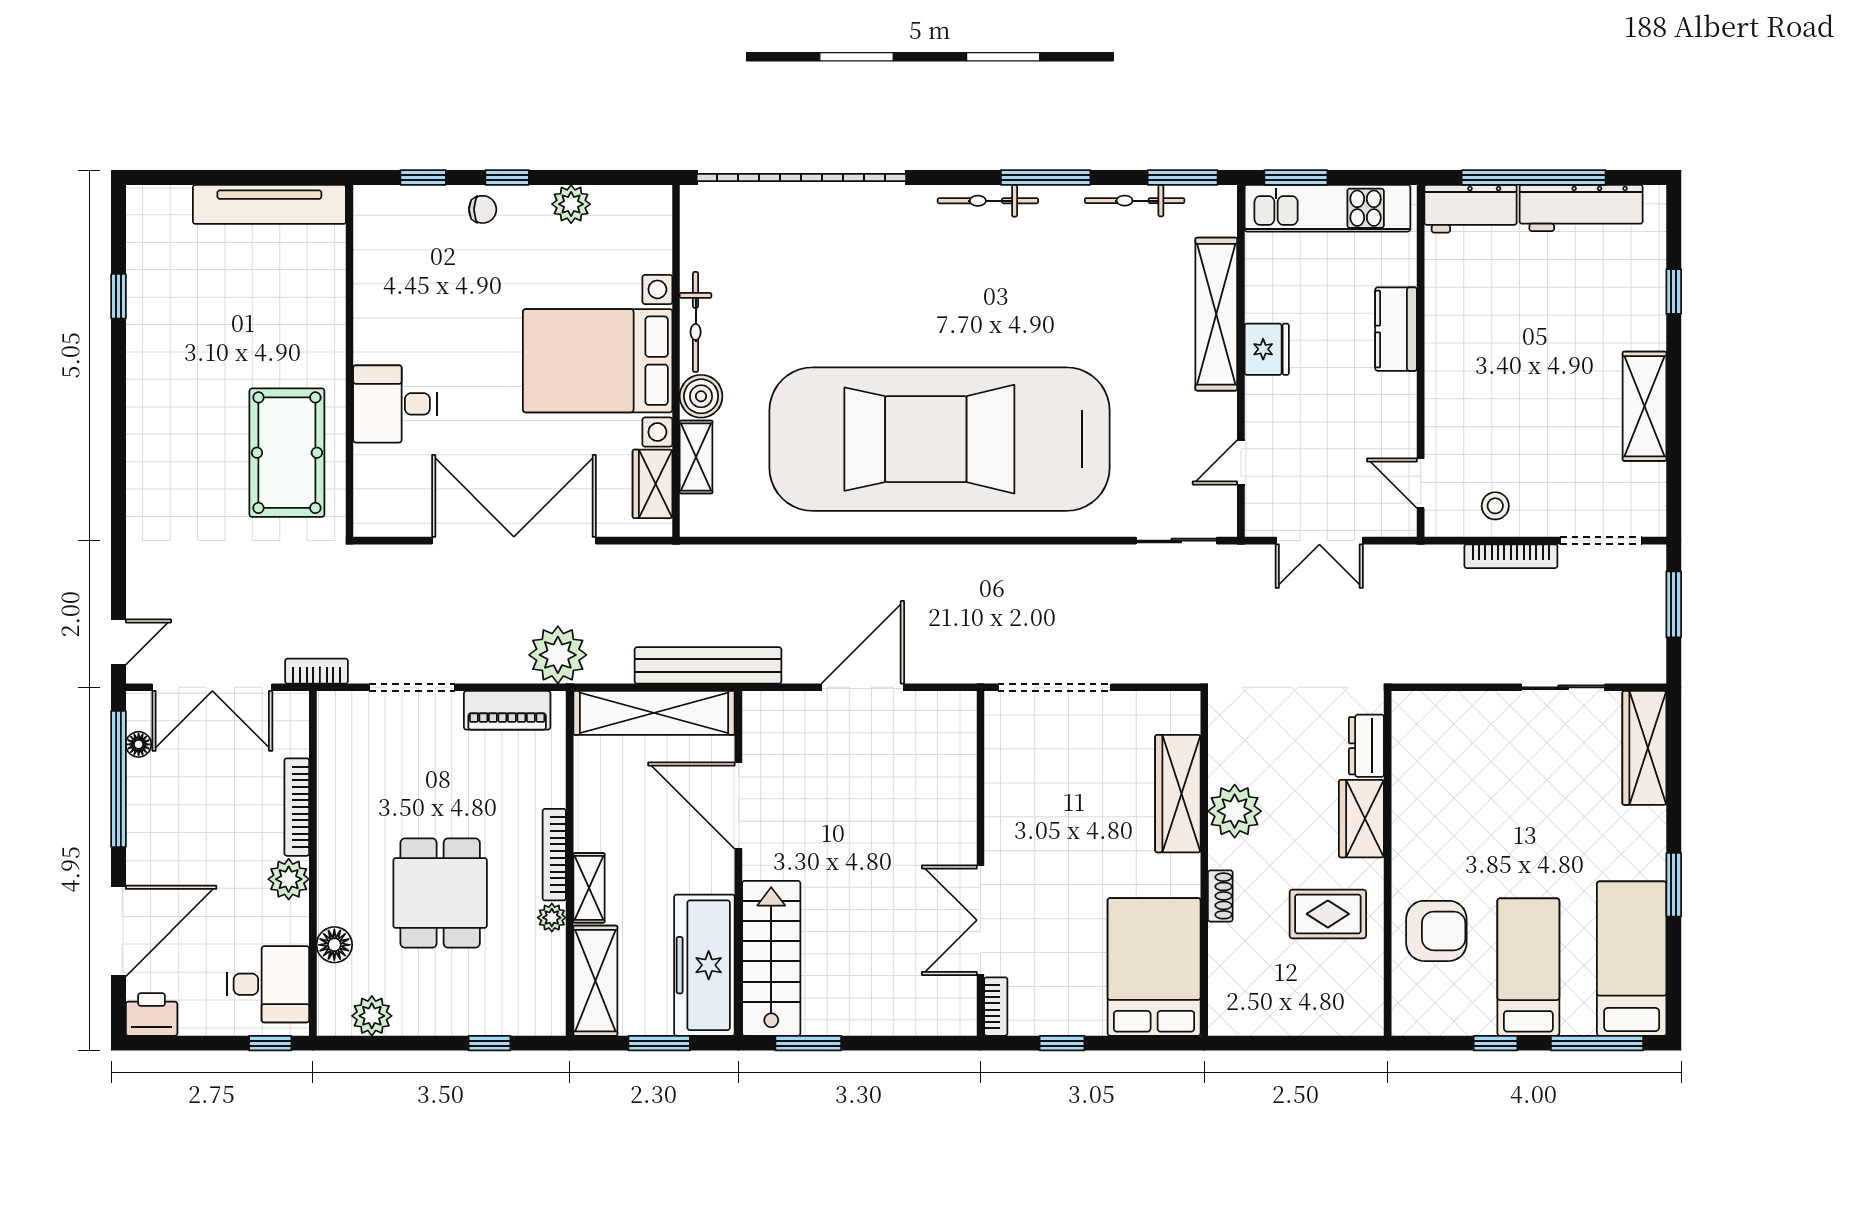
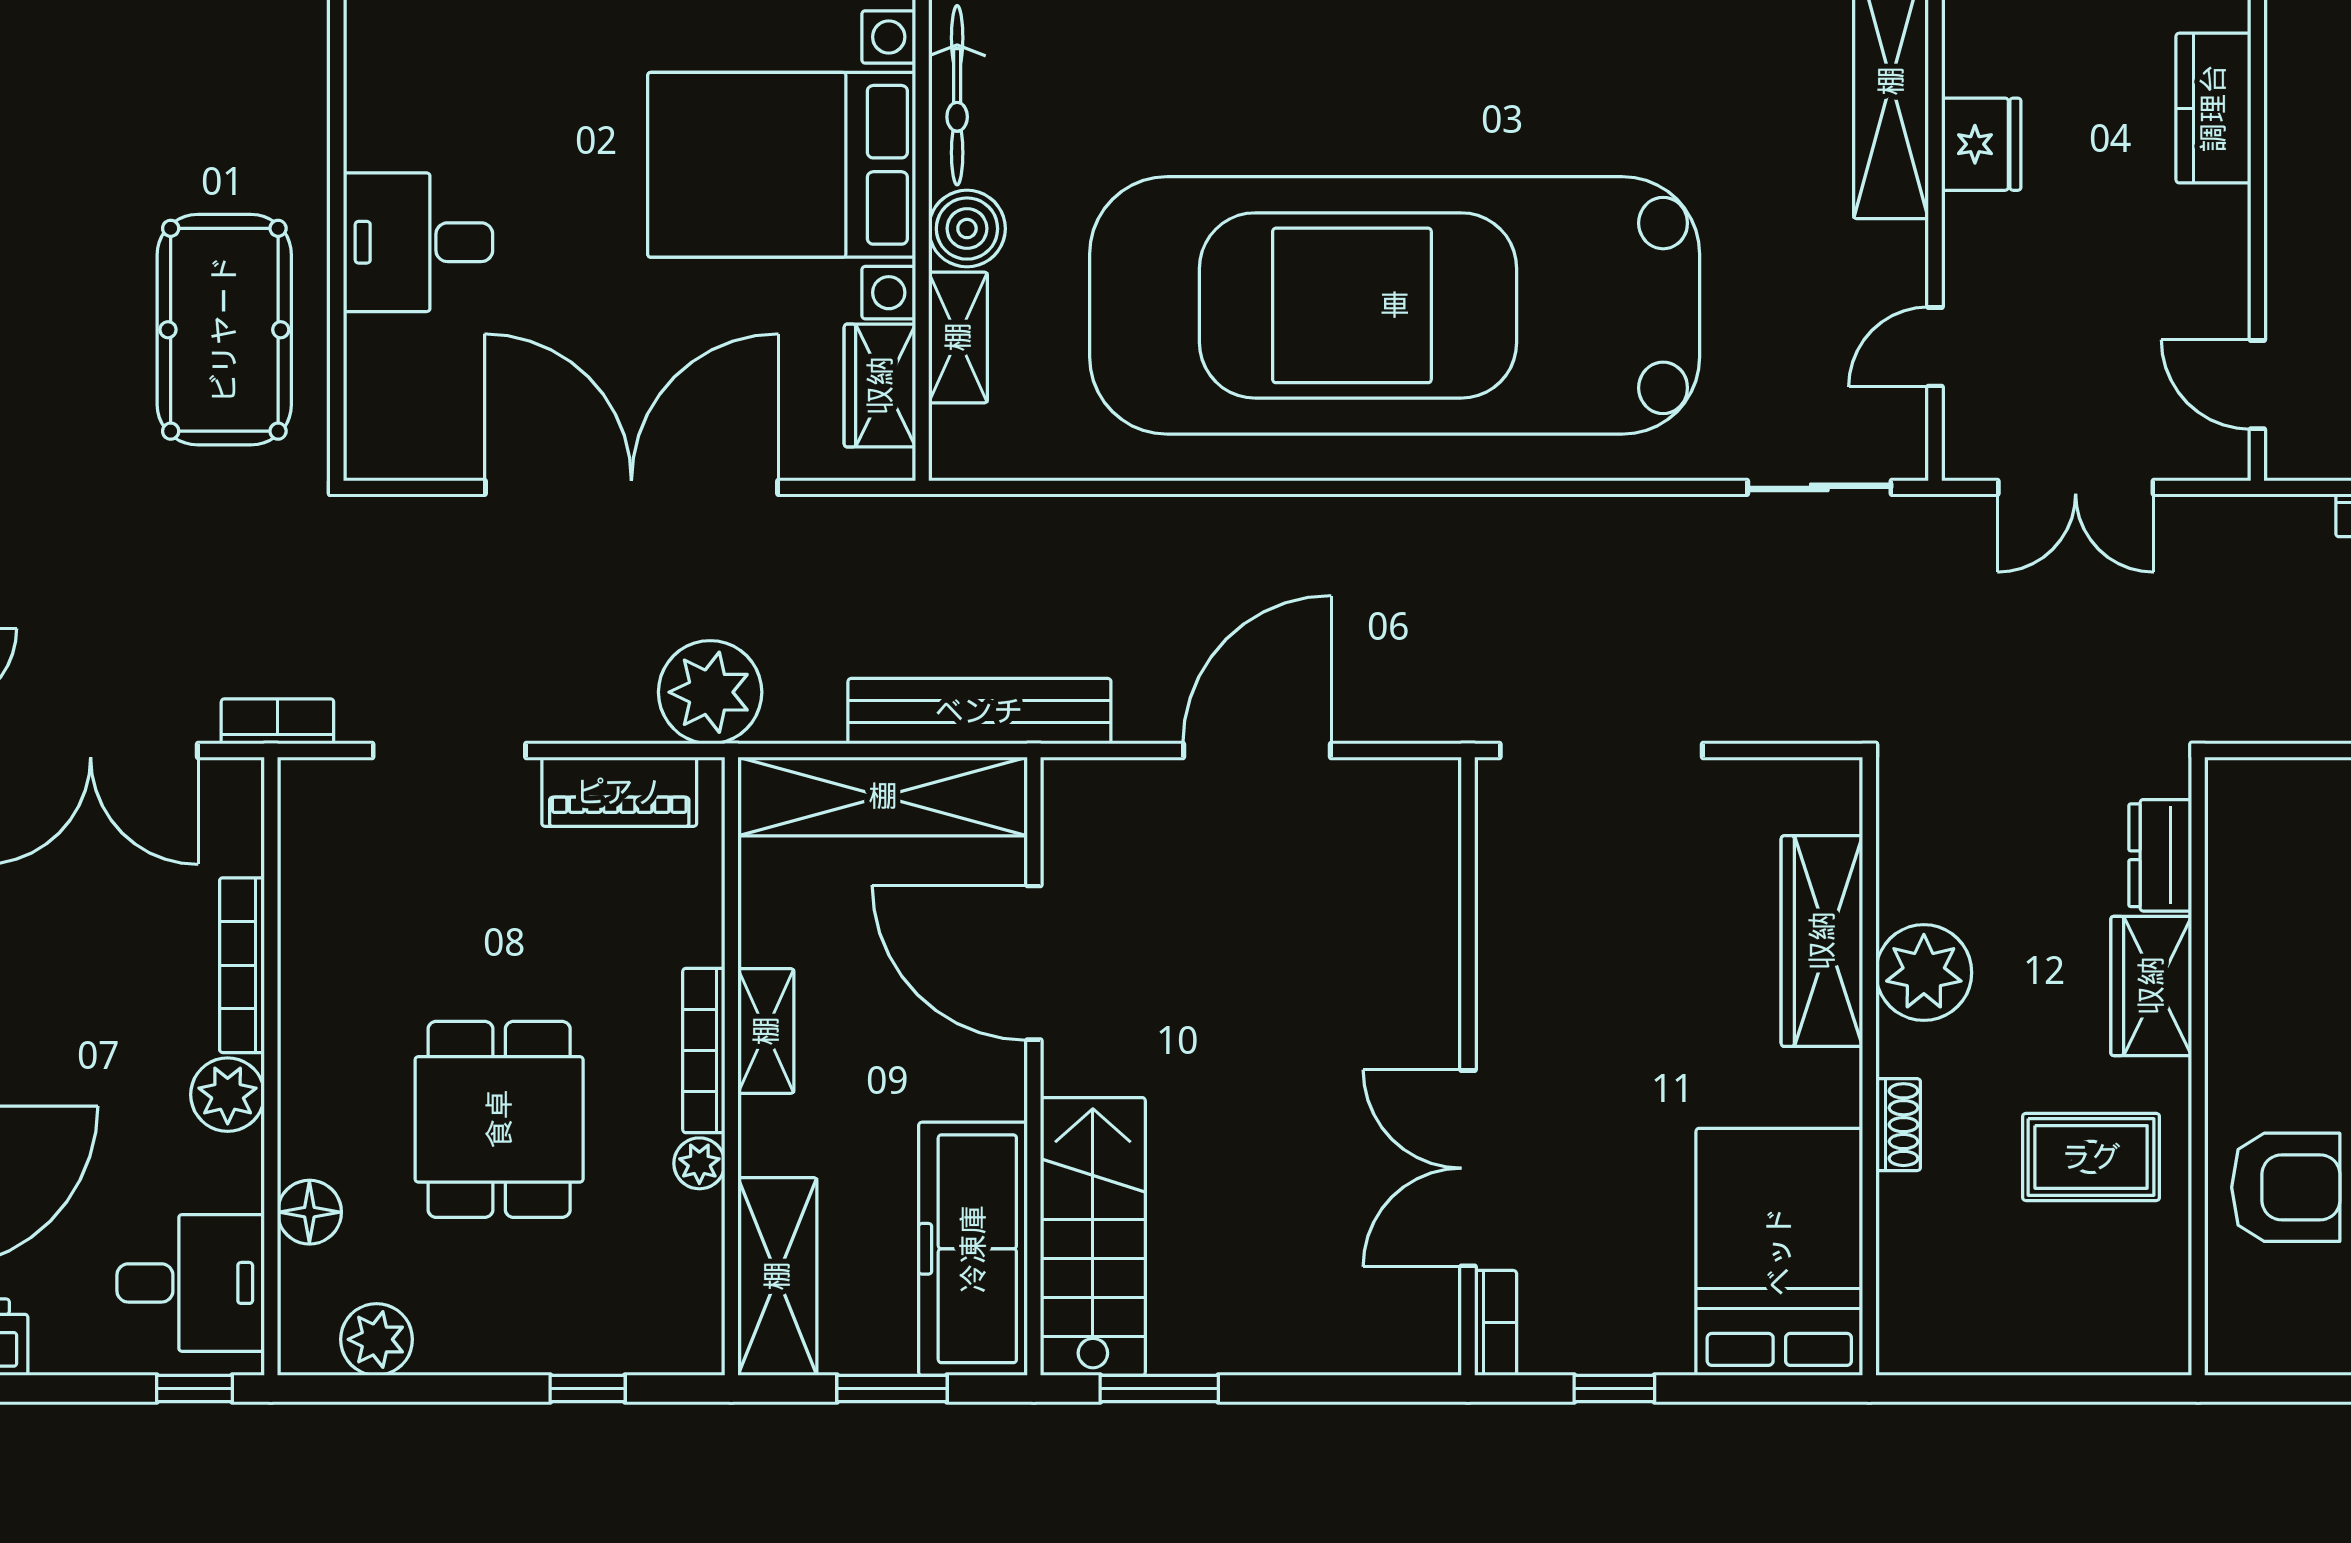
shelving: (589, 888) -> (766, 1031), moved

